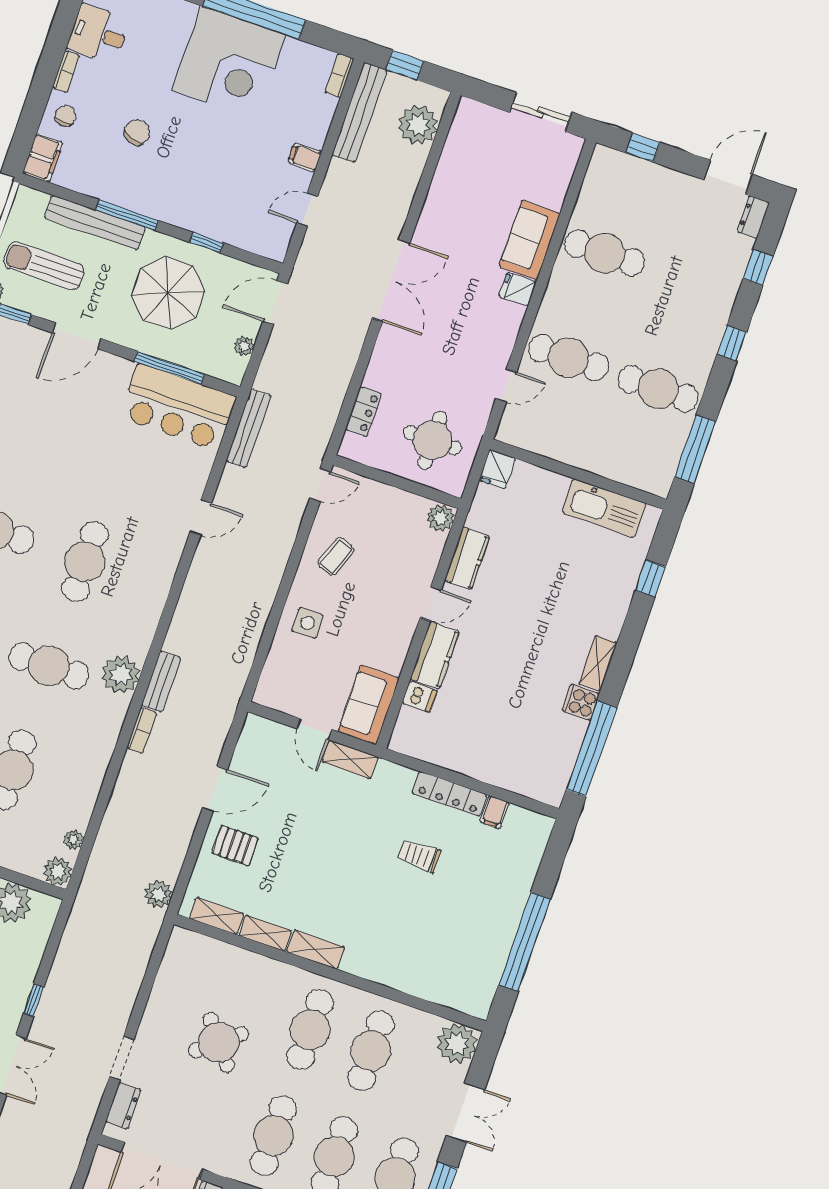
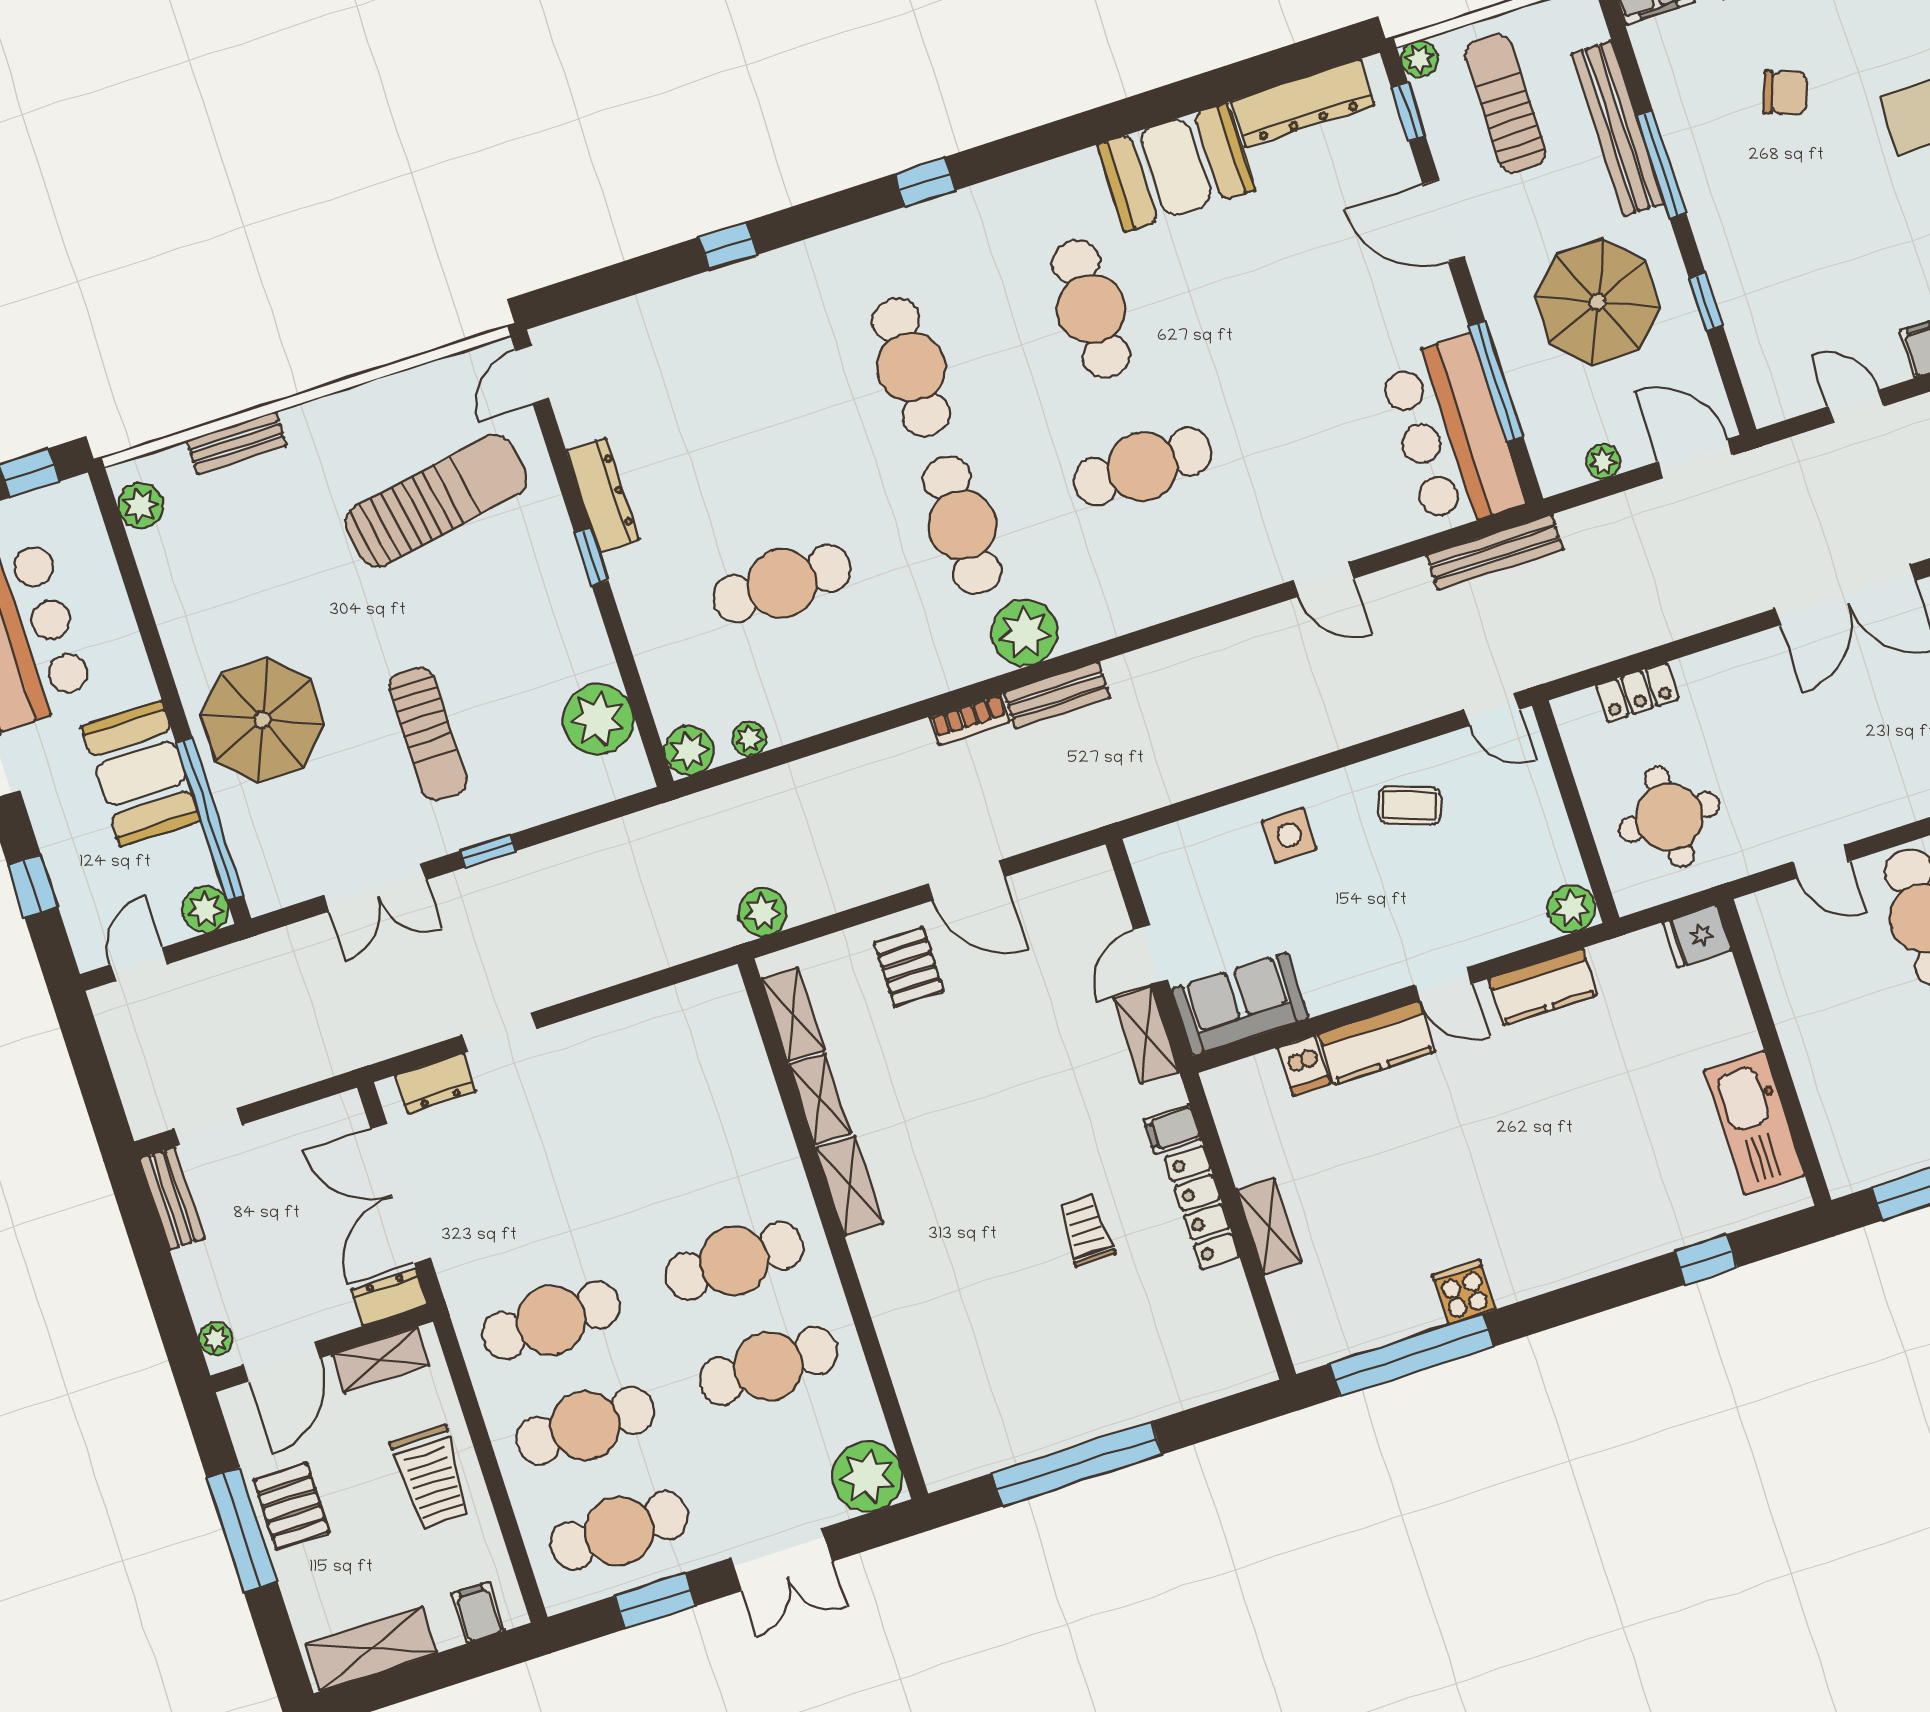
shelving: (598, 663) -> (1269, 1226), moved, turned 90
filing cabinet: (495, 812) -> (1172, 1129), moved
round table: (219, 1042) -> (622, 1148), removed

